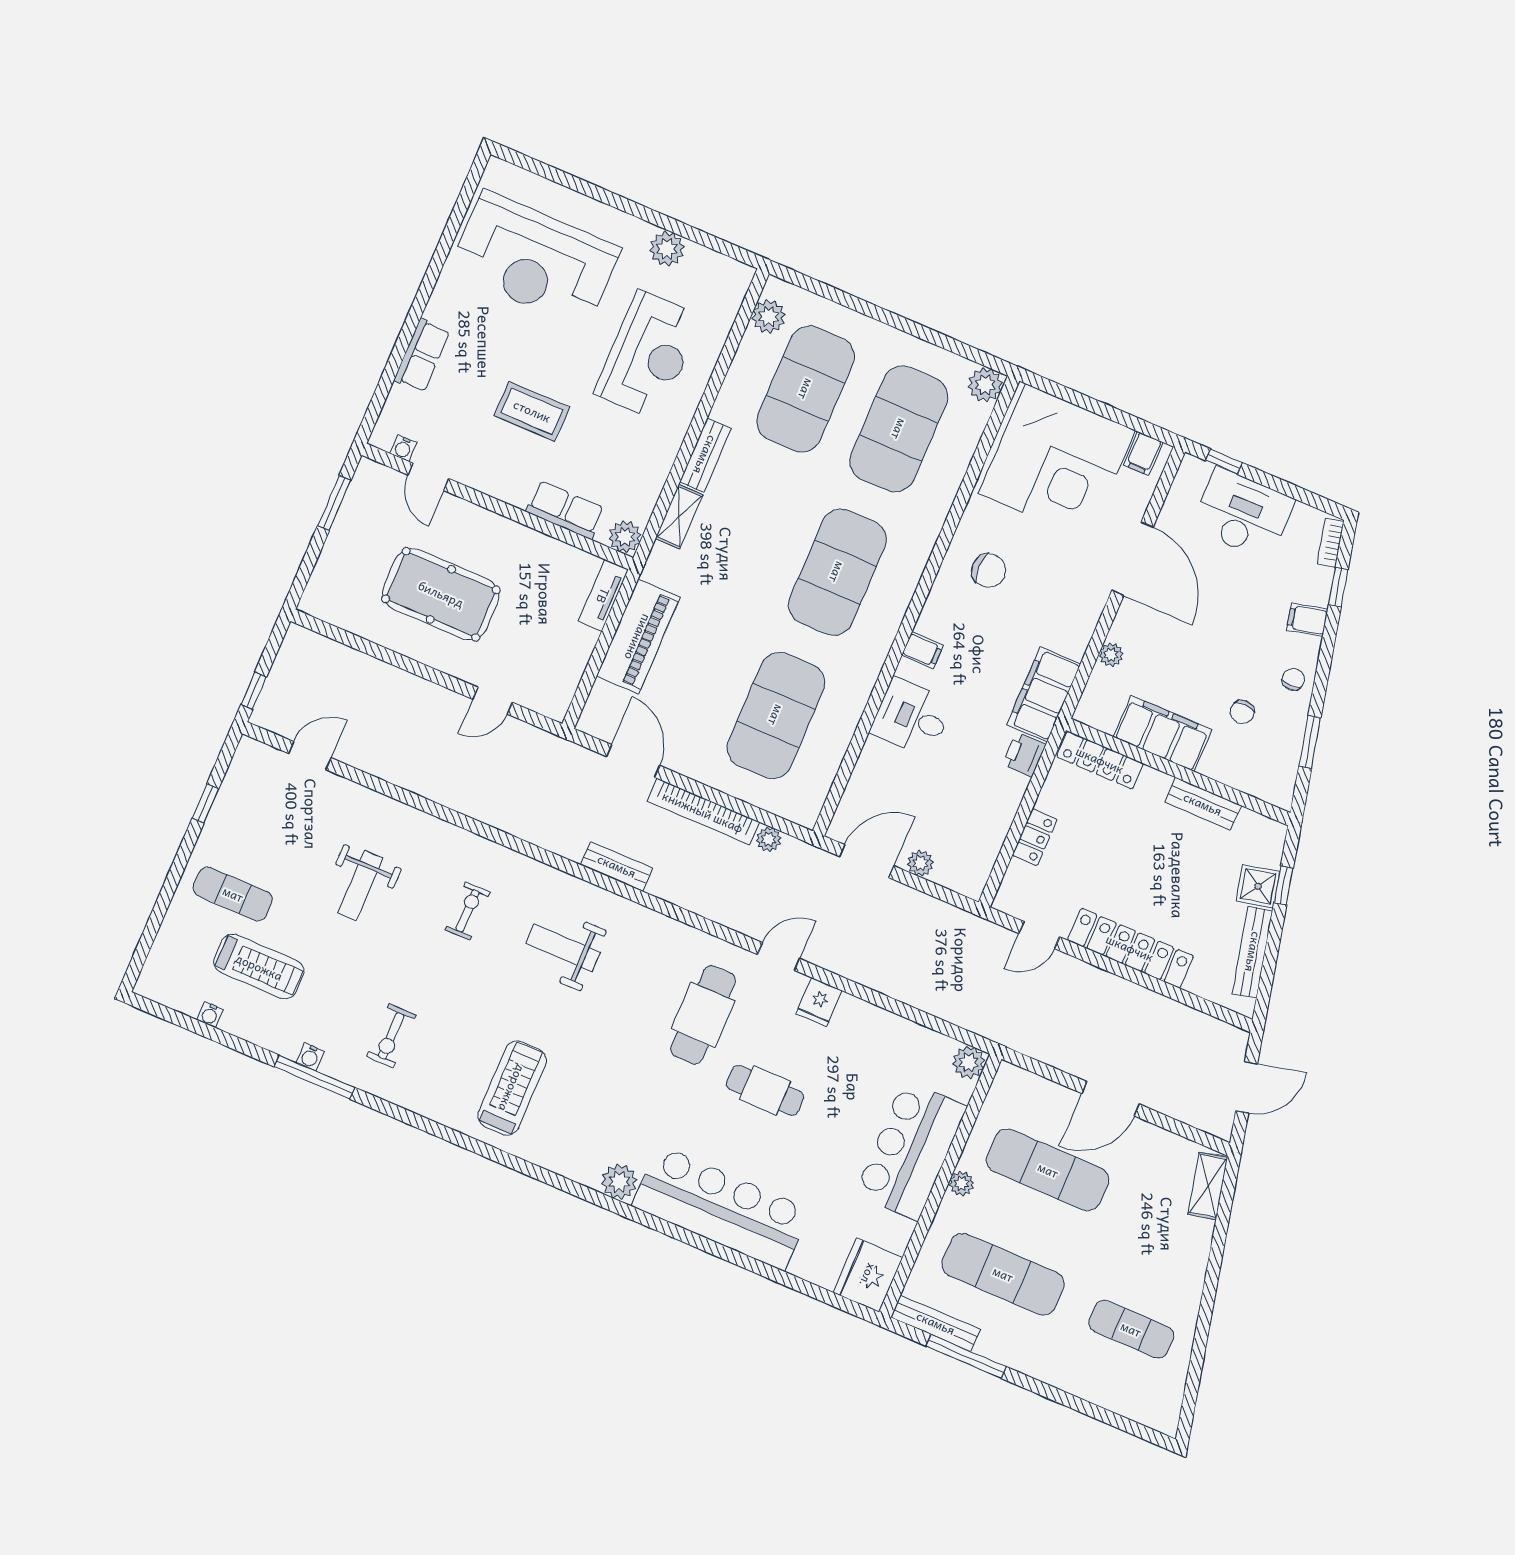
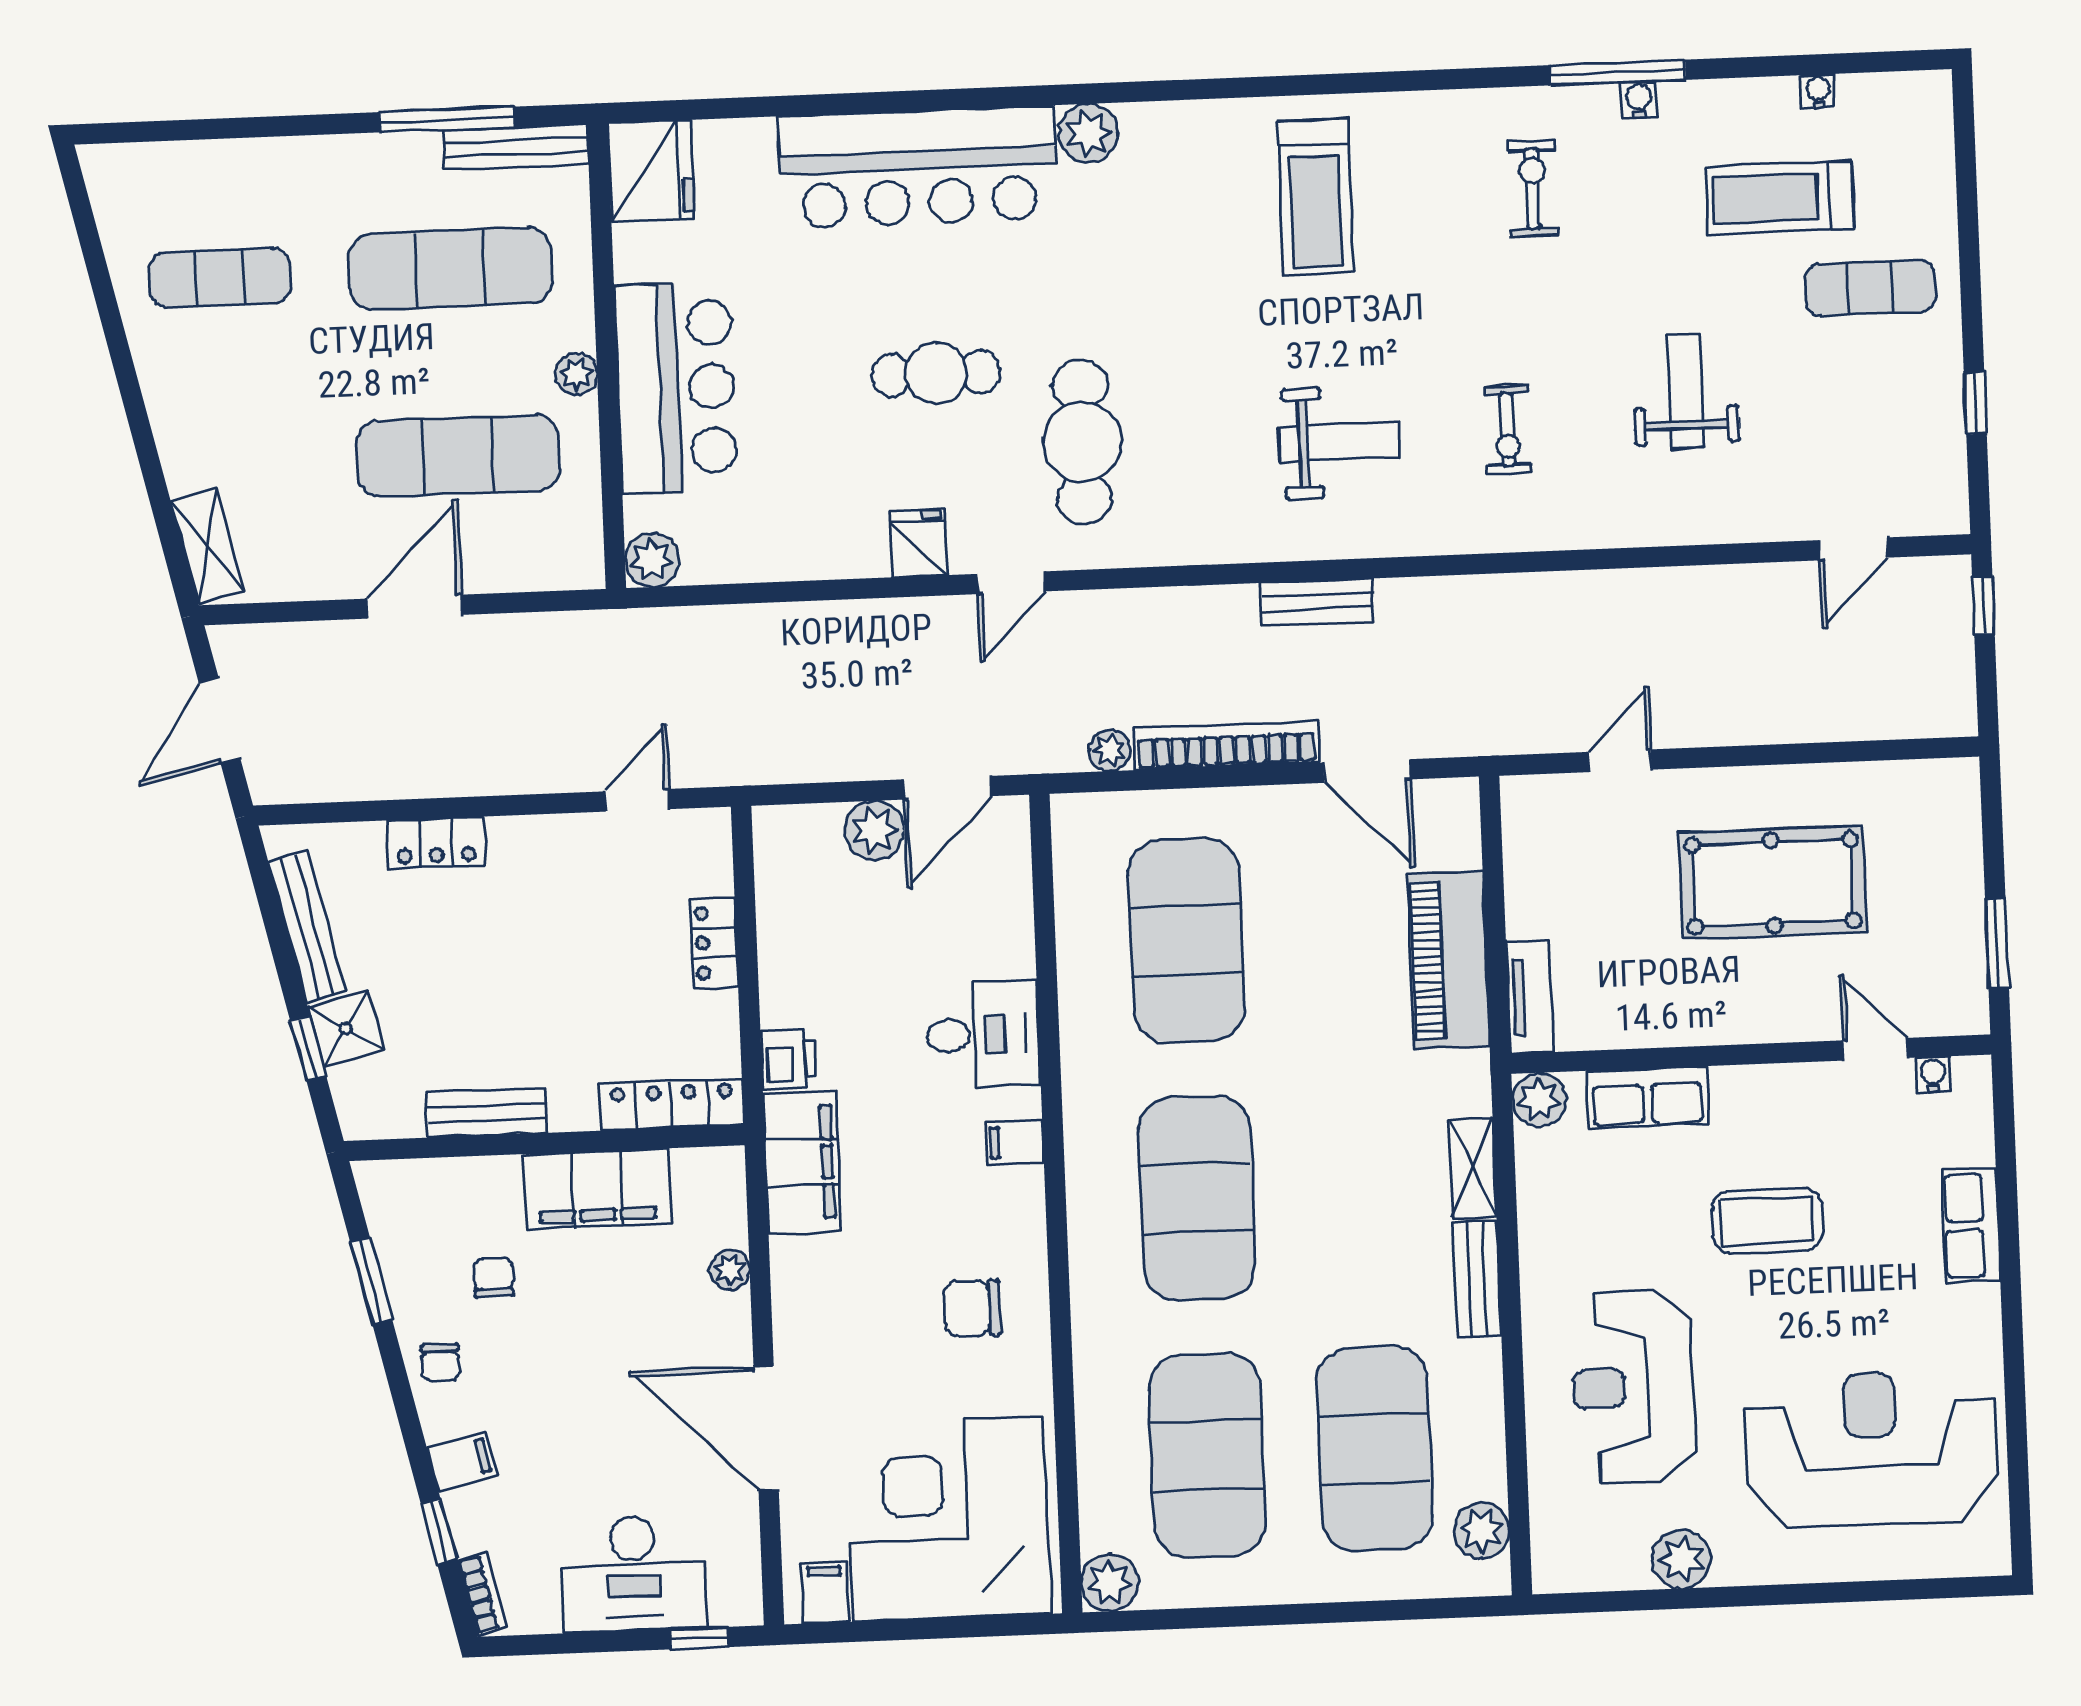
plant: (920, 863) -> (874, 831), width x1.38, depth x1.38
locker: (1130, 948) -> (436, 843), width x0.46, depth x0.83

